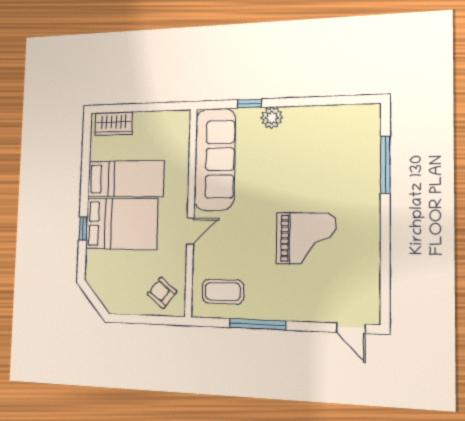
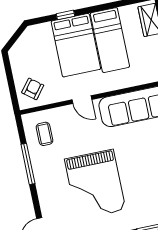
grand piano: (306, 238) -> (95, 184), width x1.37, depth x1.48
coffee table: (223, 291) -> (45, 134), width x0.73, depth x0.77

